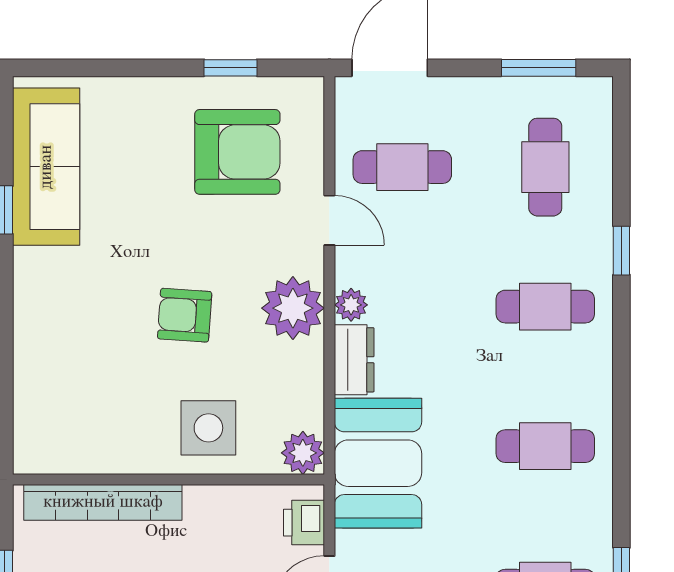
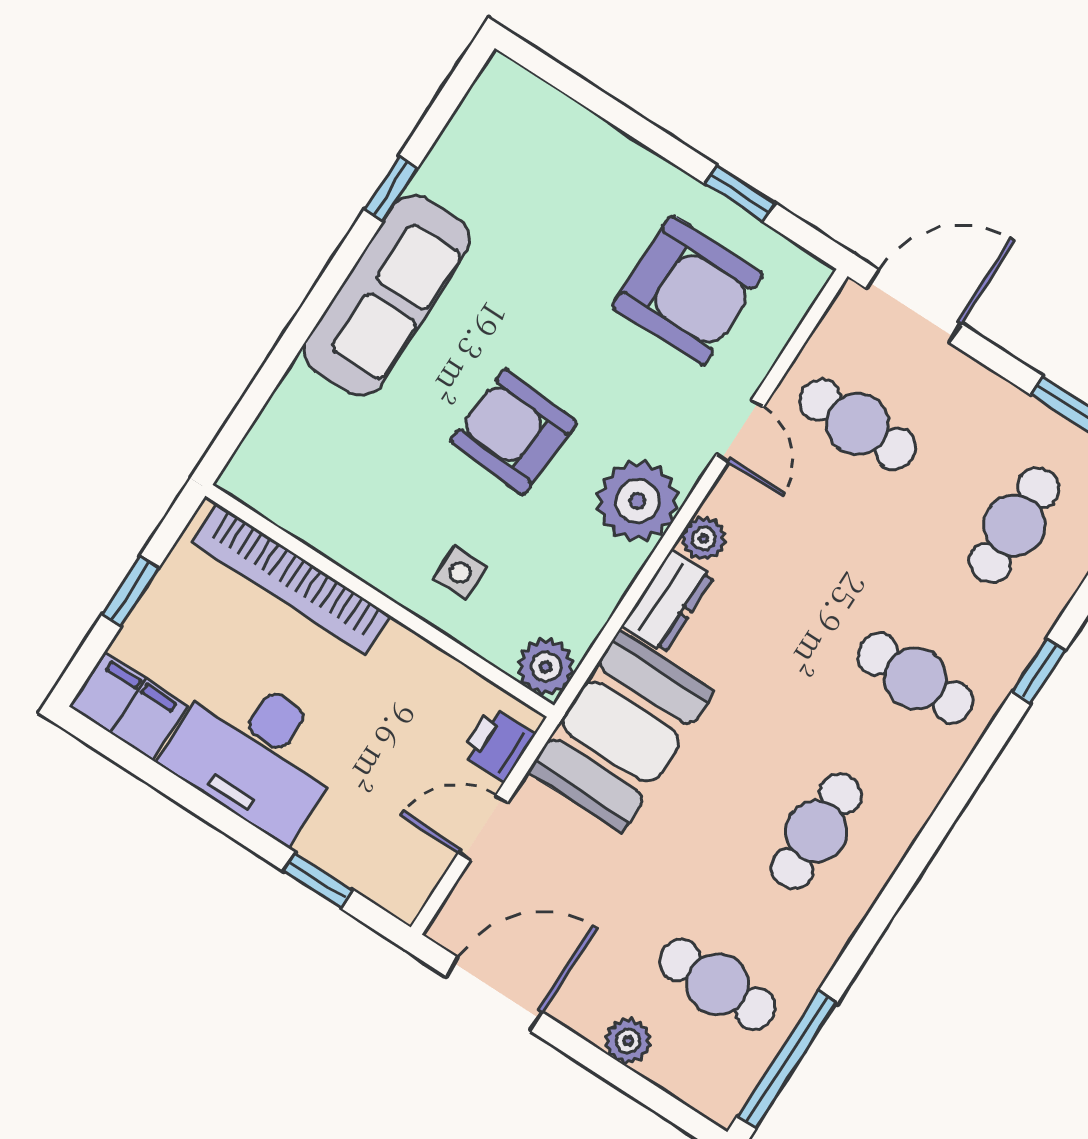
sofa: (46, 167) -> (387, 295), moved
armchair: (185, 315) -> (514, 432), width x1.38, depth x1.38
side table: (208, 428) -> (460, 572), width x0.54, depth x0.54
cafe table: (545, 446) -> (816, 831), turned 90

